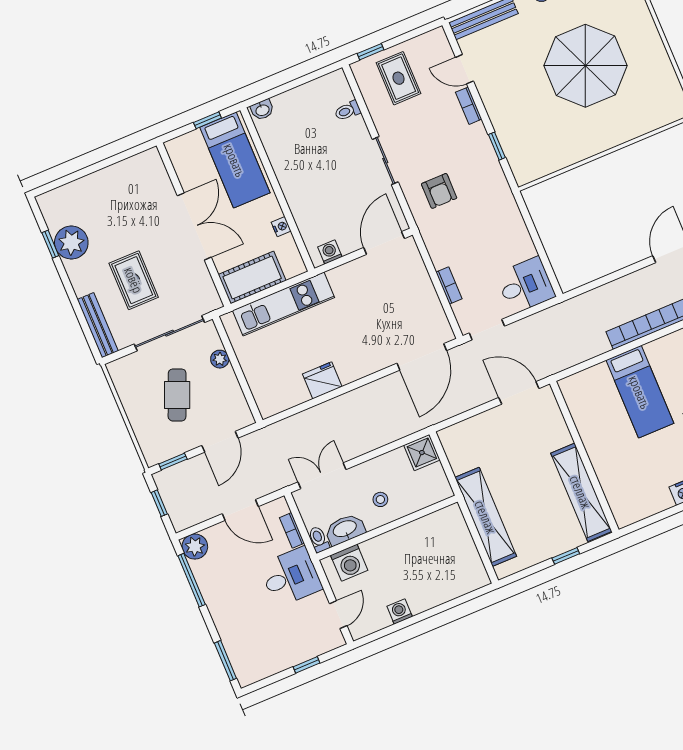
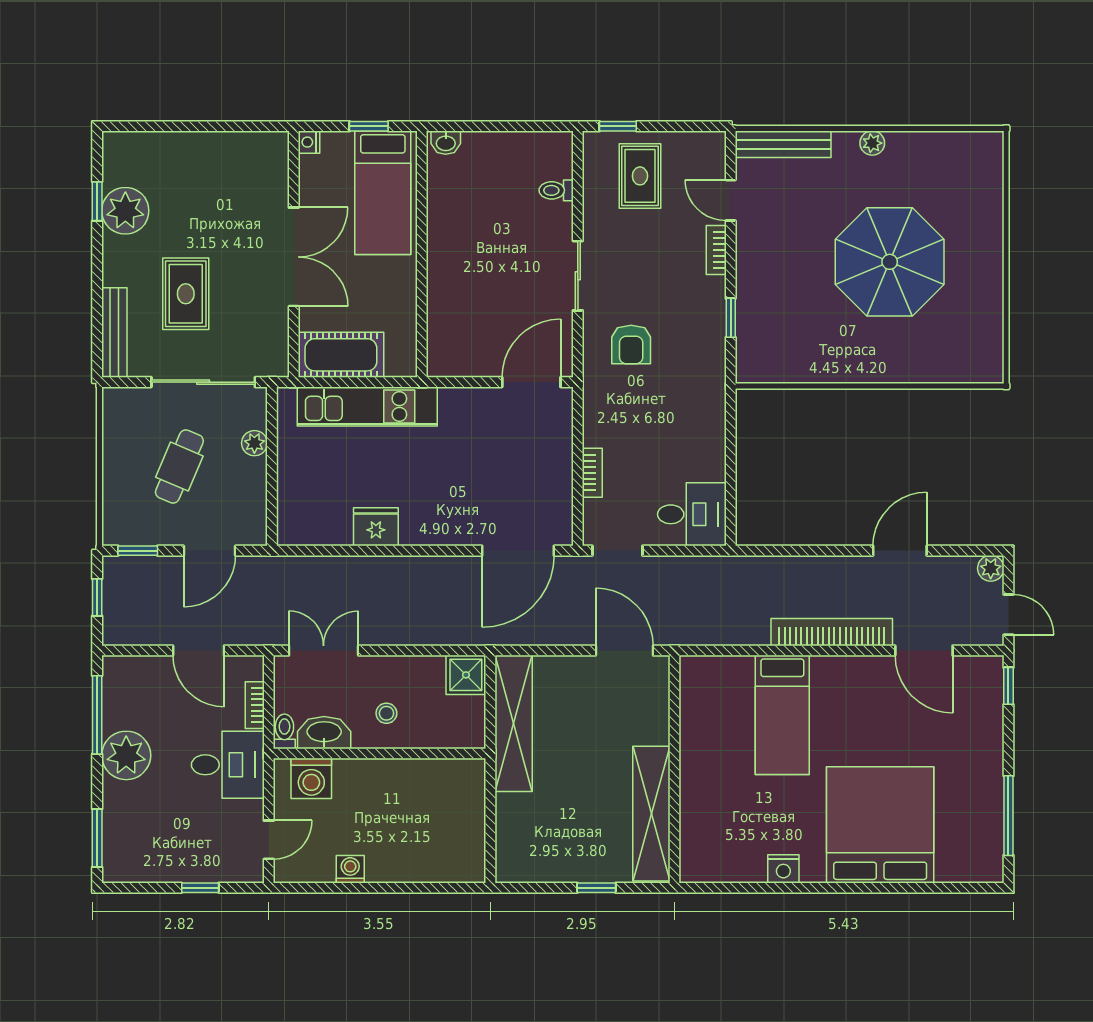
nightstand: (281, 227) -> (309, 142), moved, turned 180
washing machine: (330, 252) -> (456, 364), removed
shelving: (486, 517) -> (514, 723), moved
plant: (195, 547) -> (126, 755), moved, width x1.36, depth x1.36

